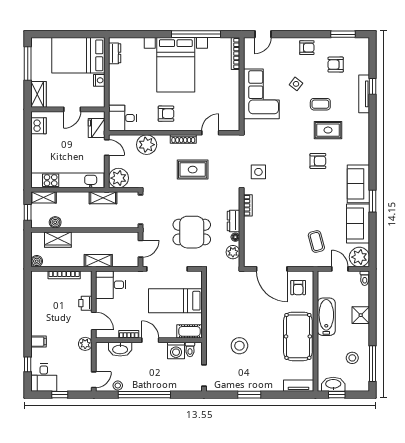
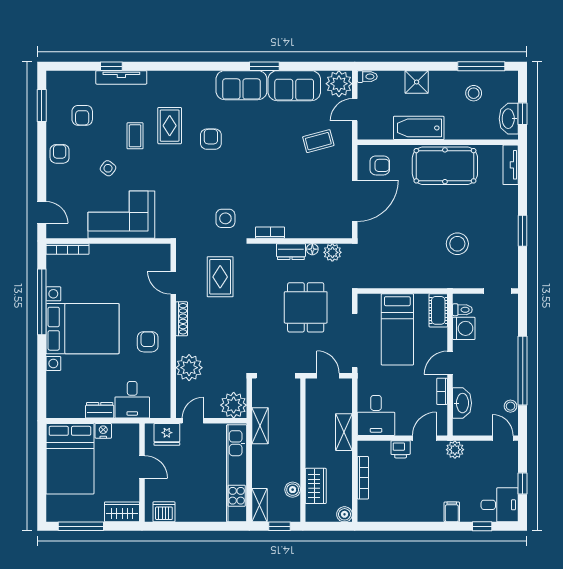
dresser: (115, 53) -> (100, 410), moved
desk: (123, 118) -> (132, 400), moved
rug: (193, 170) -> (220, 277), moved

